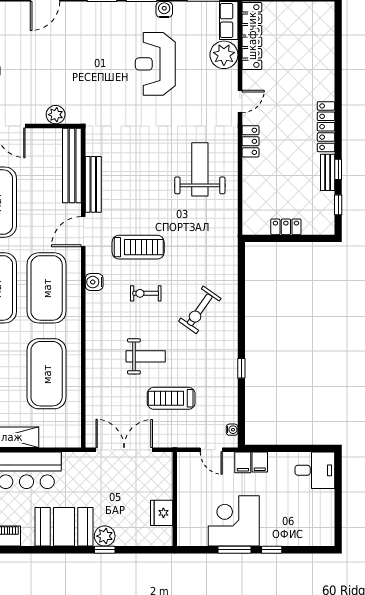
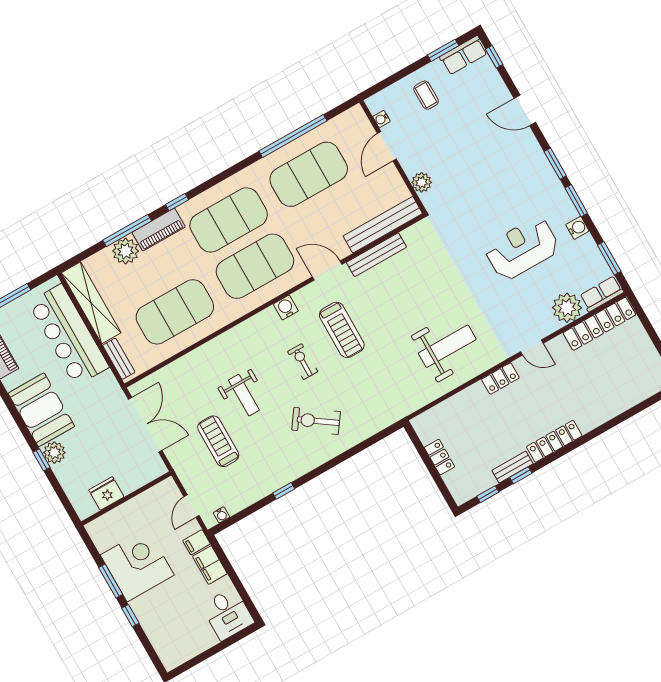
bench: (59, 441) -> (119, 359), added
filing cabinet: (260, 462) -> (210, 565), width x2.00

